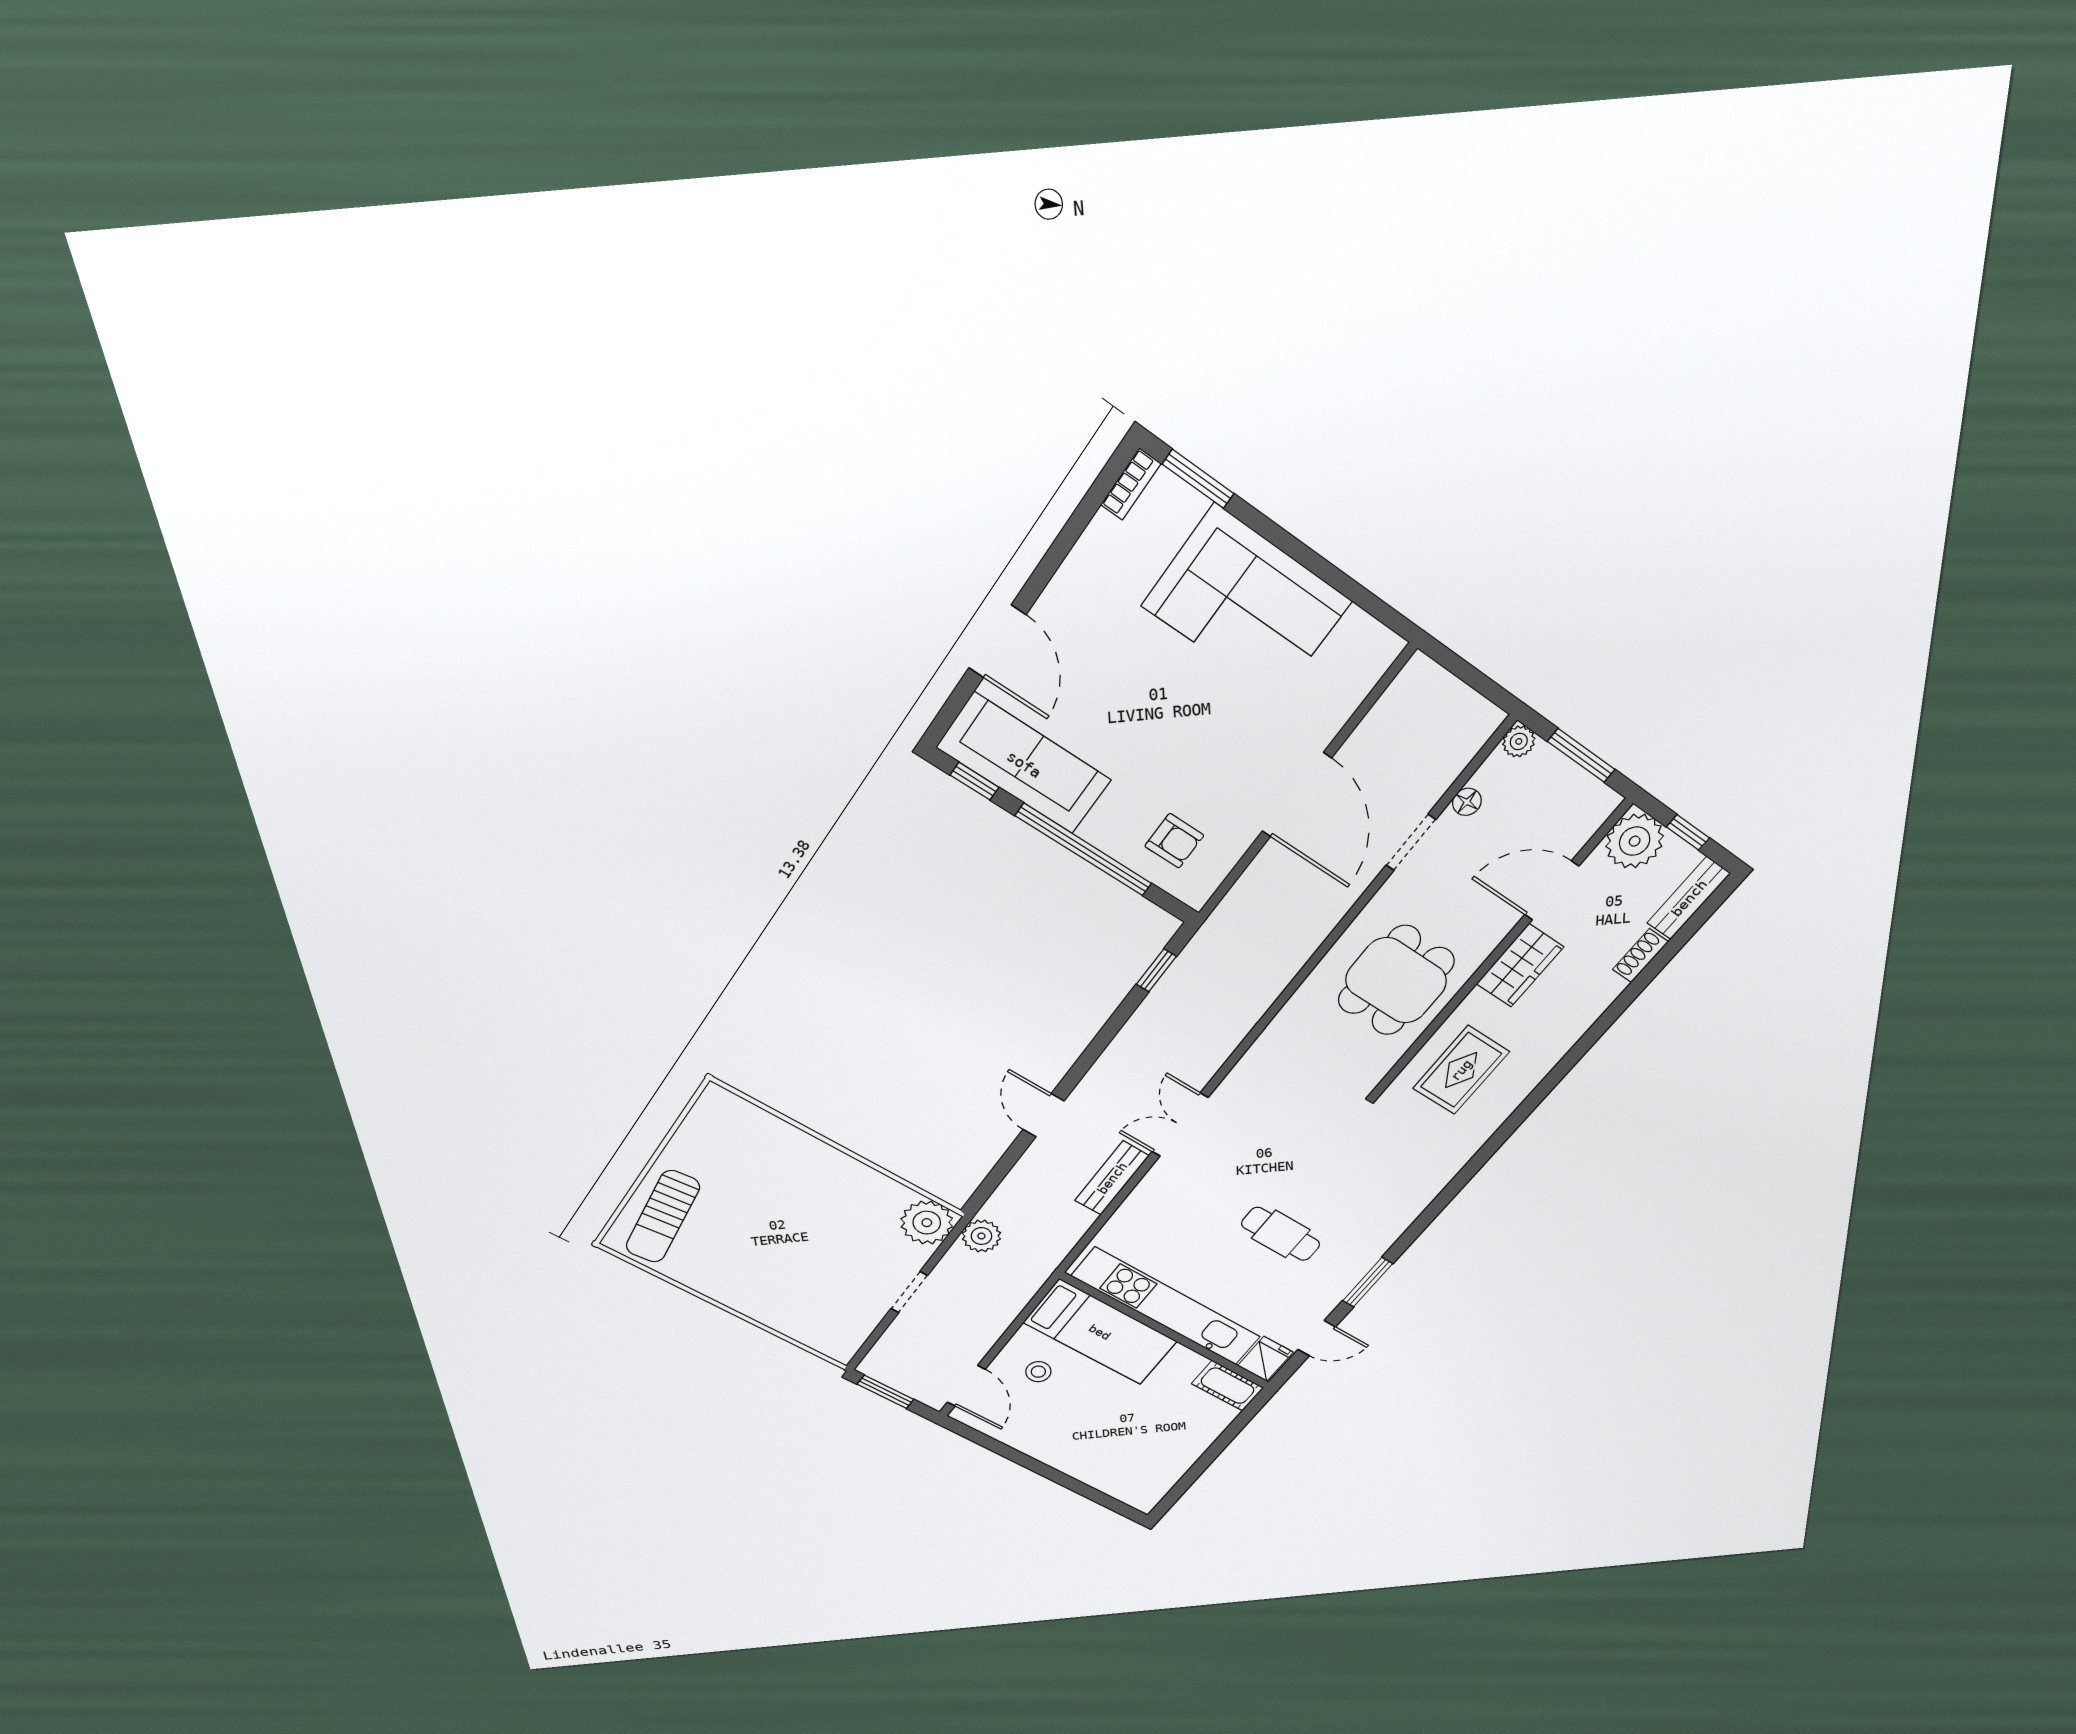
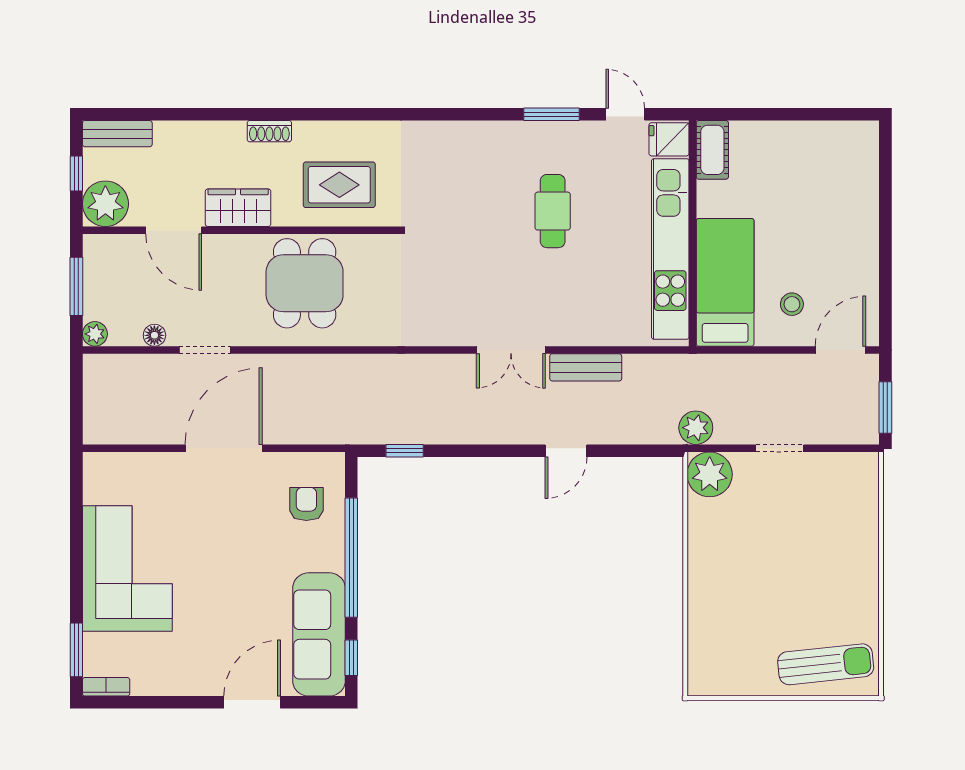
shoe rack: (1640, 956) -> (269, 131), moved
dining table: (1396, 981) -> (305, 283), turned 90

